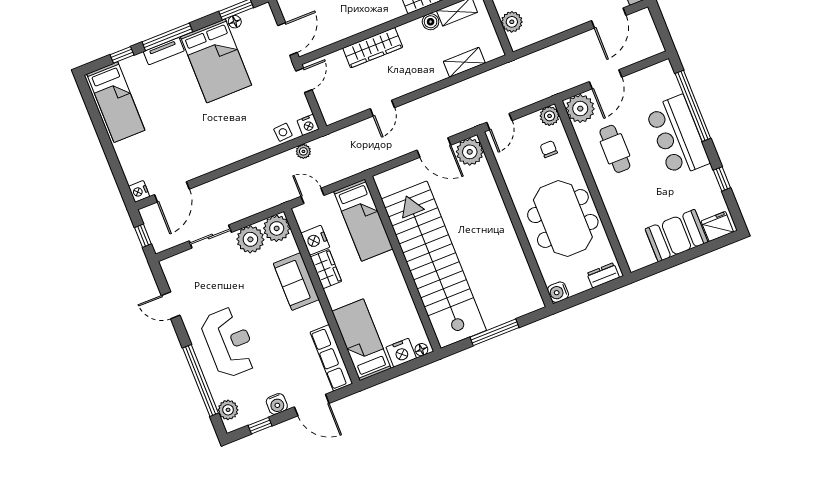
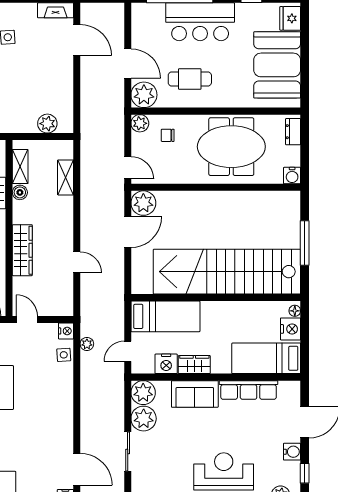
booth: (676, 236) -> (277, 65), width x1.36, depth x1.42
row of seats: (331, 358) -> (249, 390), moved

